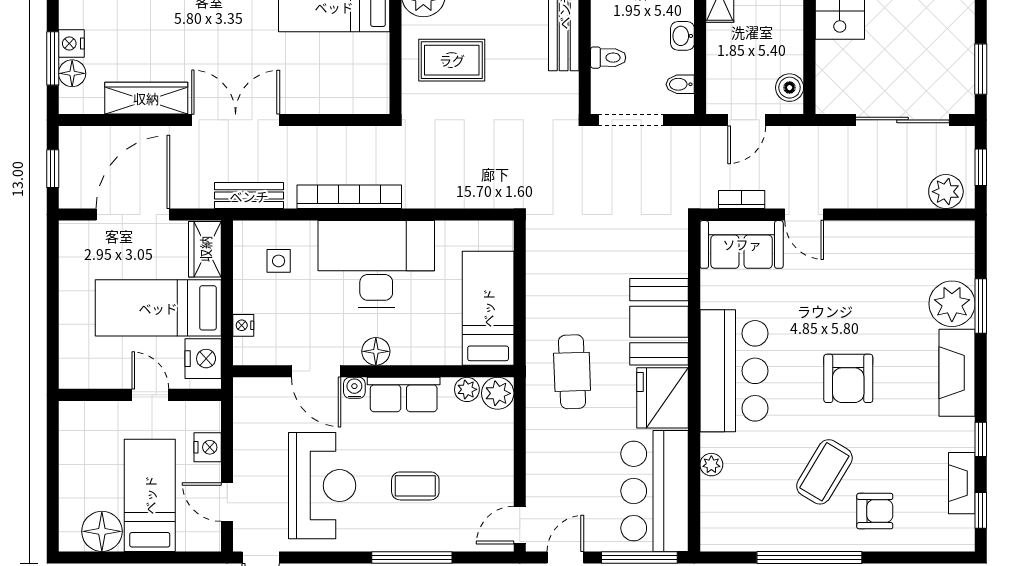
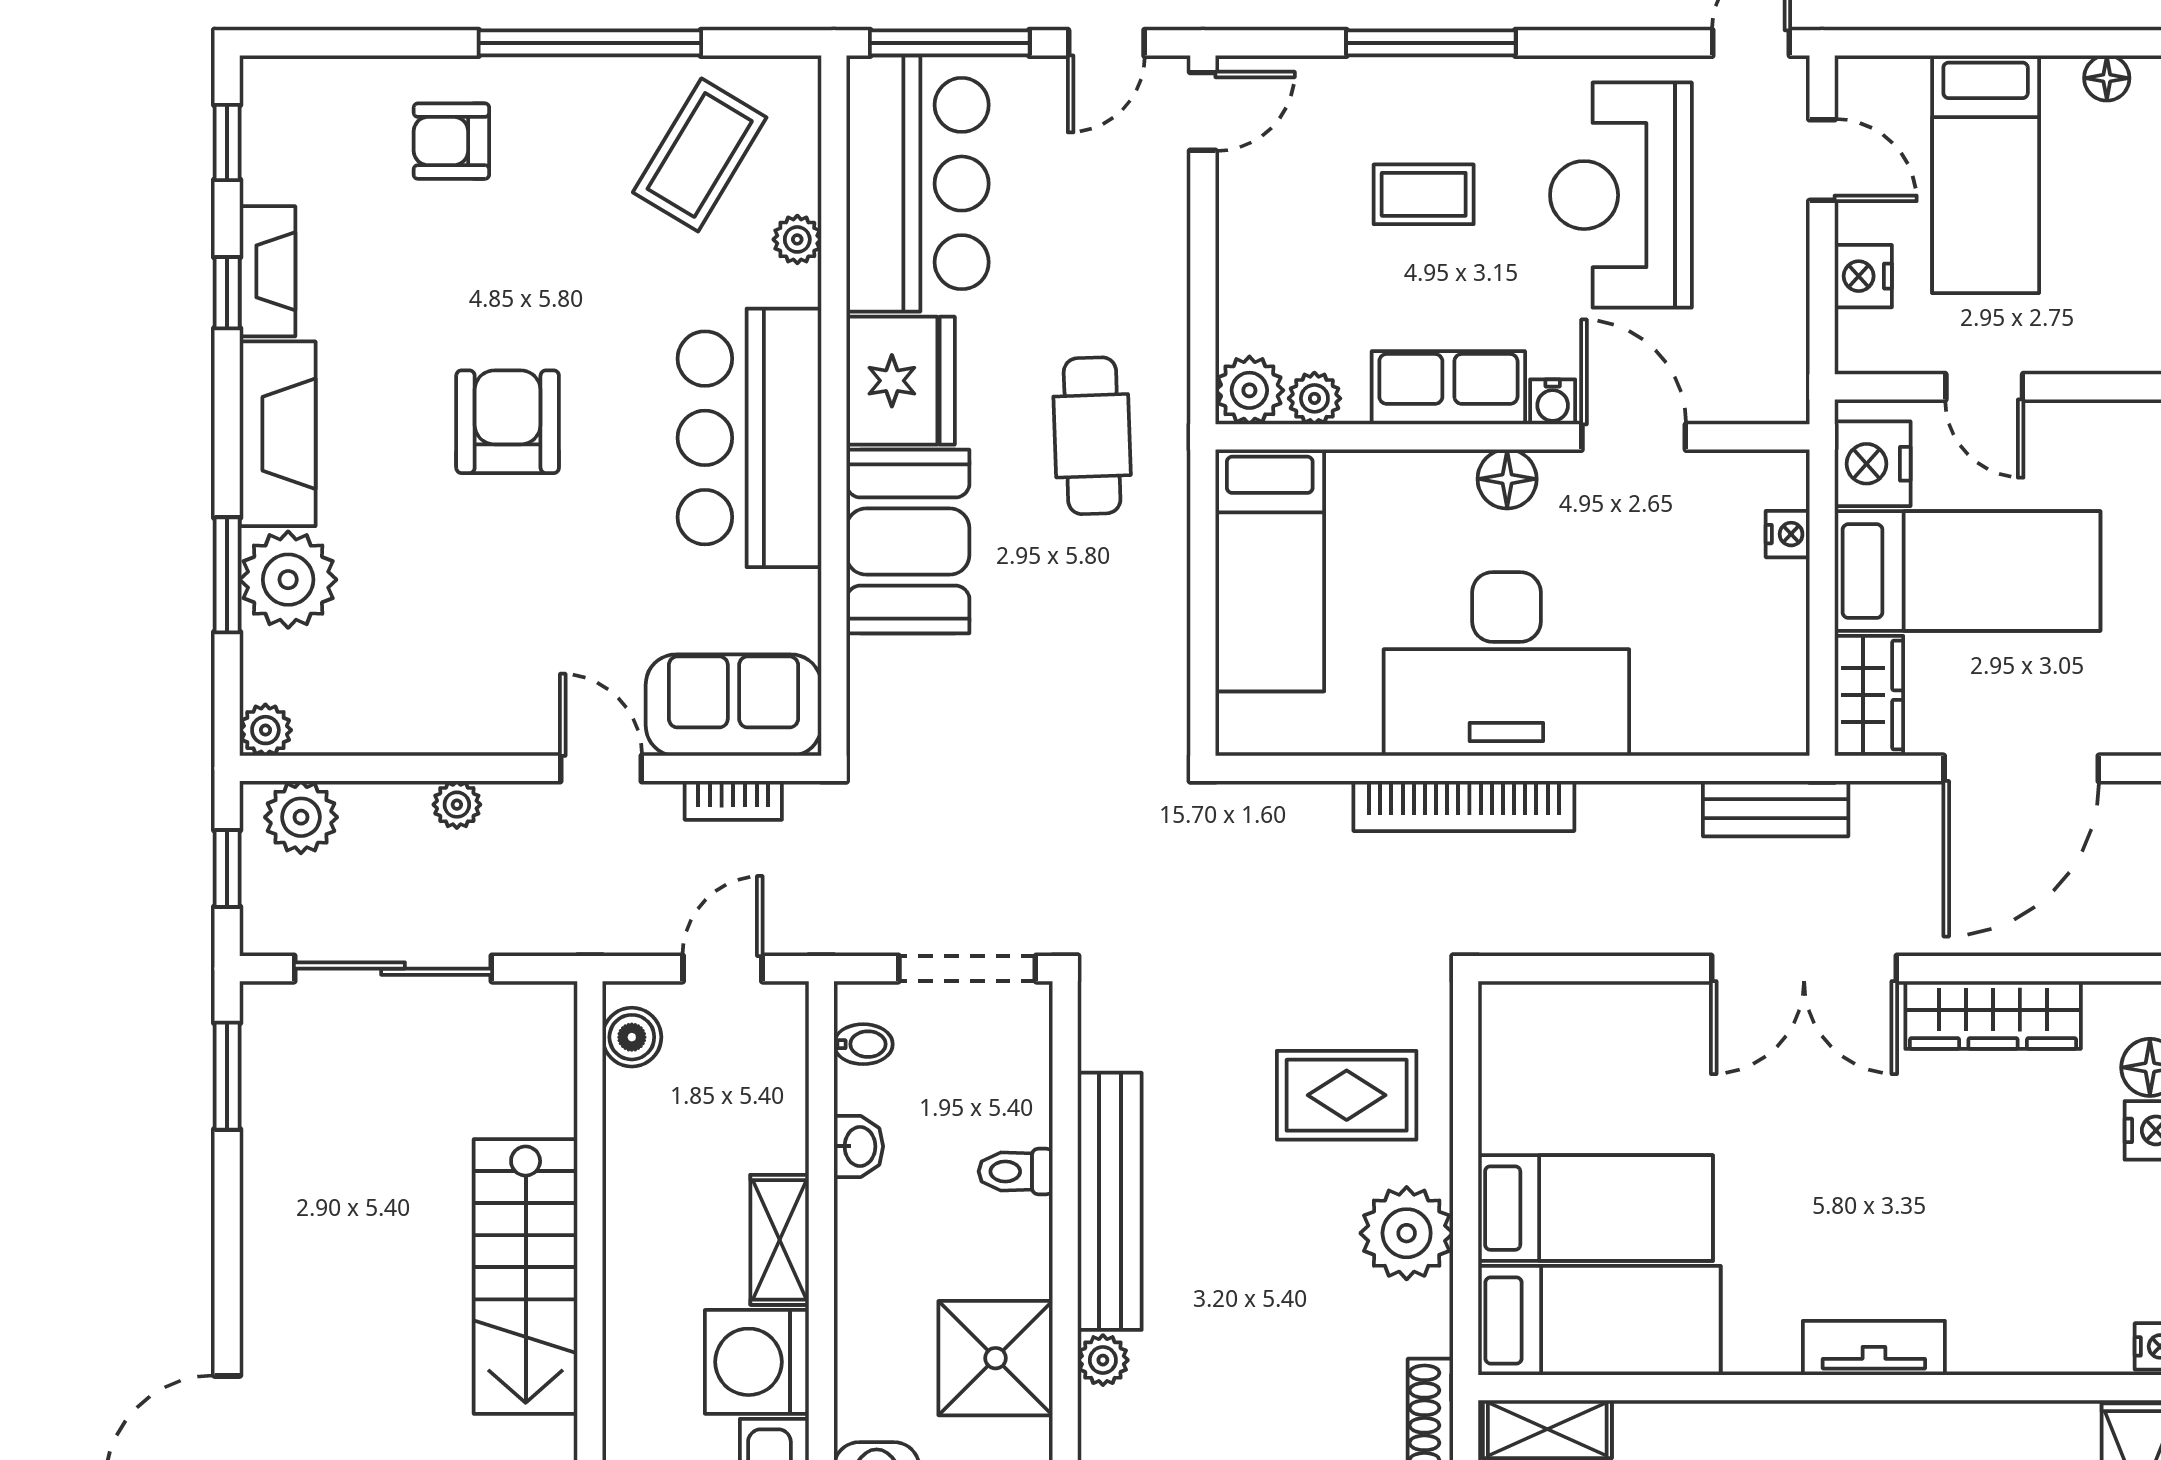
toilet: (608, 58) -> (1016, 1171), moved
bookcase: (349, 197) -> (1464, 806), moved
plant: (872, 197) -> (457, 805), added
plant: (963, 233) -> (265, 730), added
side table: (279, 261) -> (1713, 670), removed
coffee table: (824, 472) -> (700, 155), moved
fireplace: (962, 483) -> (267, 271), moved
floor lamp: (102, 531) -> (2107, 78), width x0.53, depth x0.53

